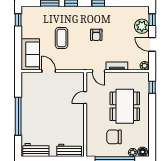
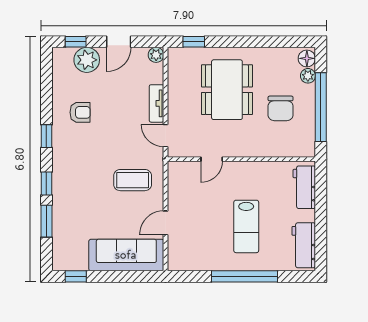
armchair: (96, 35) -> (80, 112), moved
coffee table: (62, 38) -> (133, 180), moved
sofa: (30, 54) -> (126, 255), width x1.36
door: (99, 71) -> (166, 136), swing flipped
door: (85, 98) -> (212, 159), hinge flipped
dining table: (125, 106) -> (227, 90), turned 90
lab bench: (47, 117) -> (246, 226), added

